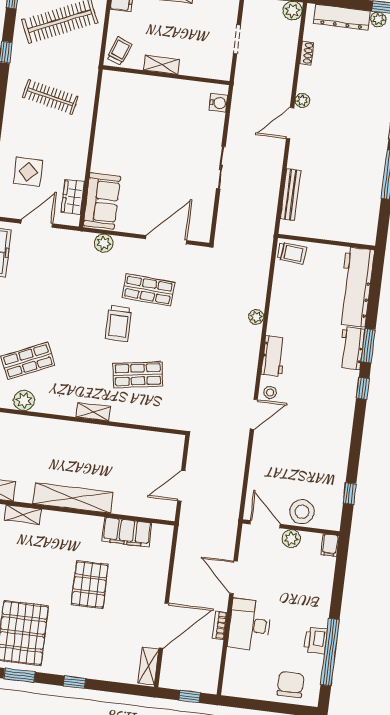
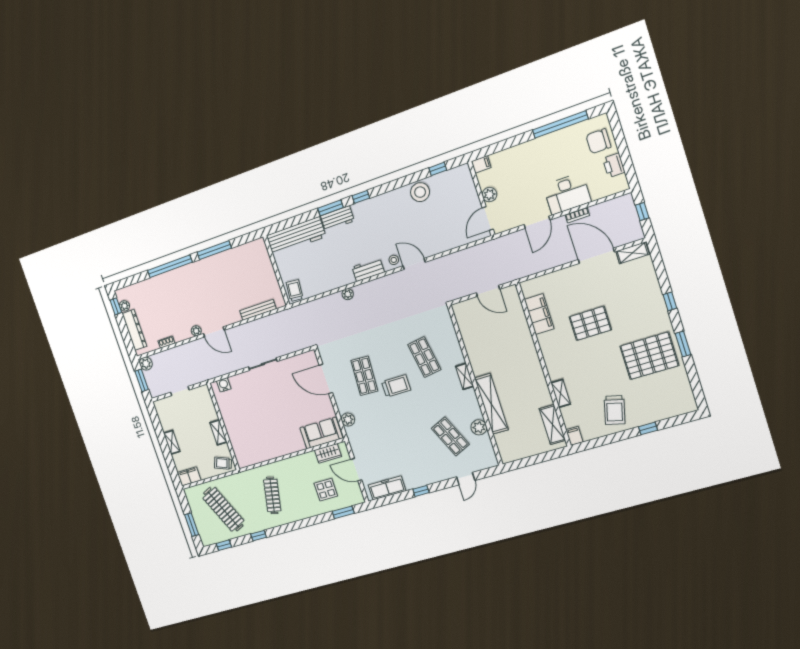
shelving: (73, 498) -> (491, 404), moved
stool: (302, 512) -> (420, 192), moved
printer: (316, 640) -> (614, 165), moved, turned 90

